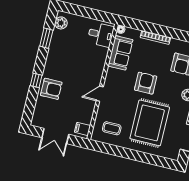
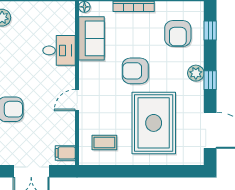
desk: (101, 35) -> (59, 50), moved
armchair: (146, 83) -> (135, 71), turned -90

